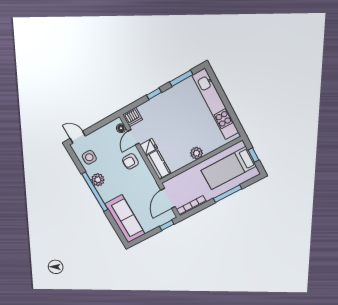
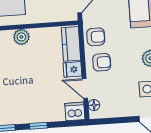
door: (133, 137) -> (85, 88), swing flipped
armchair: (143, 177) -> (96, 37), added

